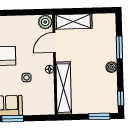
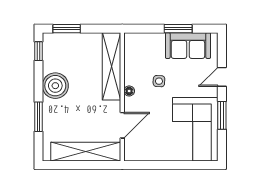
plant: (45, 22) -> (133, 152), removed
shelving: (73, 22) -> (86, 152), width x1.47
boiler: (111, 67) -> (55, 86), width x1.86, depth x1.86

